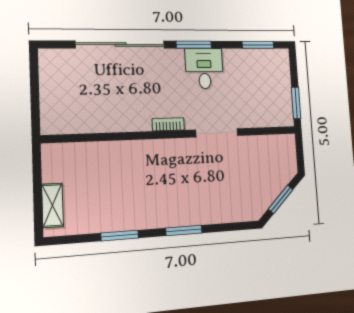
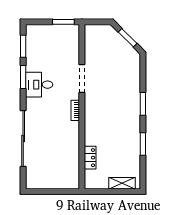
window: (194, 45) -> (23, 77), moved
locker: (94, 151) -> (90, 158), added

